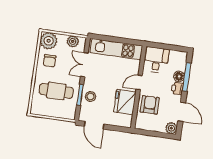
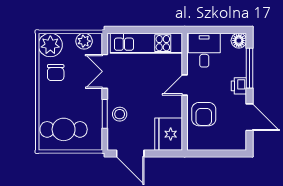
floor lamp: (179, 76) -> (239, 41), moved
cafe table: (56, 91) -> (64, 129), moved
fridge: (125, 102) -> (169, 134), moved
armchair: (150, 105) -> (204, 114), turned 180
plant: (171, 128) -> (238, 142), removed

